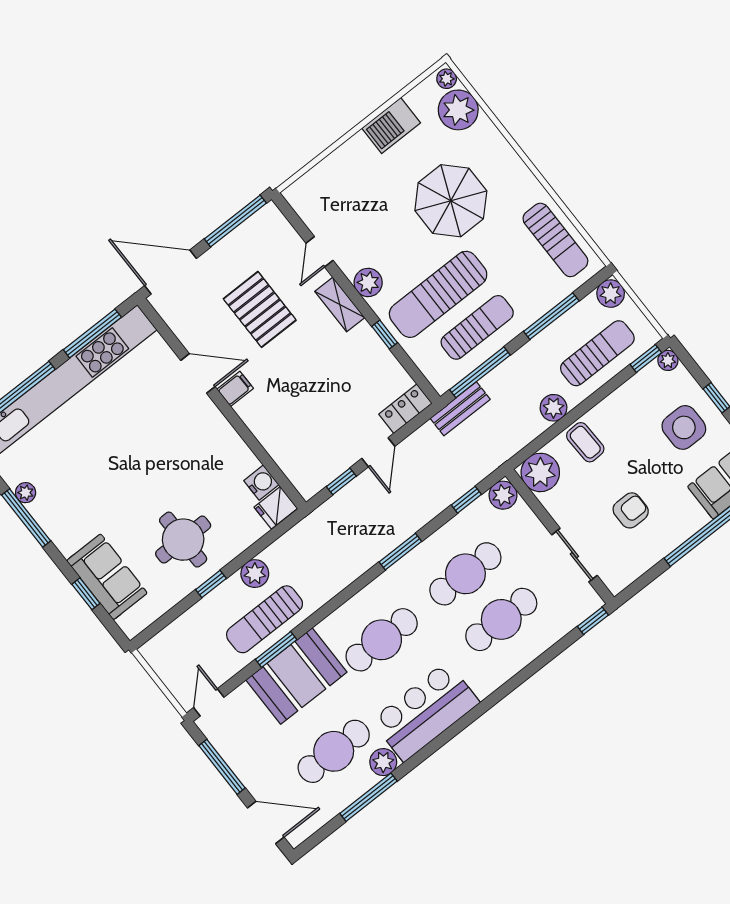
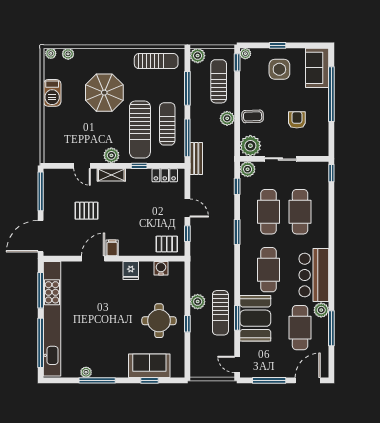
plant: (458, 110) -> (68, 54), width x0.53, depth x0.53
pallet: (260, 309) -> (86, 211), width x0.67, depth x0.71
locker: (405, 409) -> (165, 175), moved, turned -90
pallet: (303, 464) -> (167, 244), added
fridge: (276, 508) -> (131, 270), moved
sliding door: (574, 555) -> (280, 159), moved

